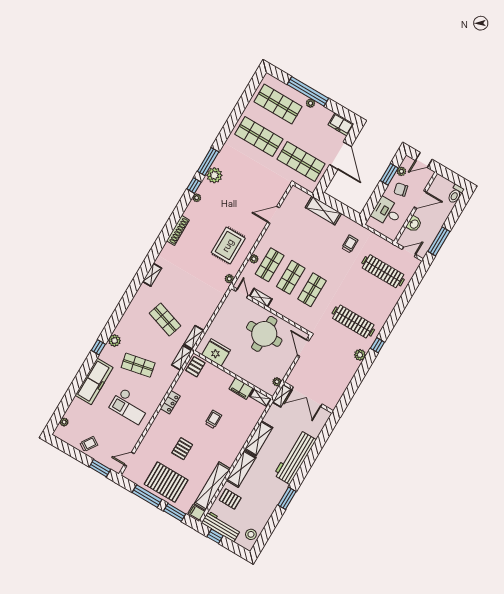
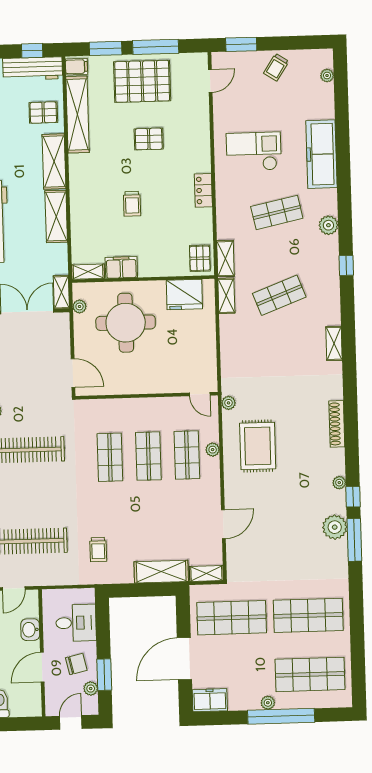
door: (340, 156) -> (184, 659), hinge flipped
shelving: (261, 298) -> (206, 573), moved
shop shelf: (165, 320) -> (279, 295), turned -39
round table: (264, 334) -> (126, 323), moved
window: (98, 347) -> (346, 265), moved
pallet: (182, 449) -> (149, 139), turned 90

